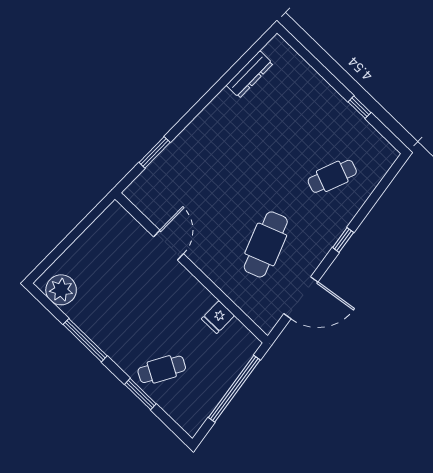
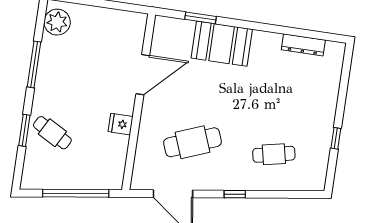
booth: (193, 150) -> (222, 44), added
cafe table: (332, 176) -> (274, 154), turned -33
door: (169, 245) -> (143, 75), width x1.36
fridge: (218, 317) -> (121, 124), moved

